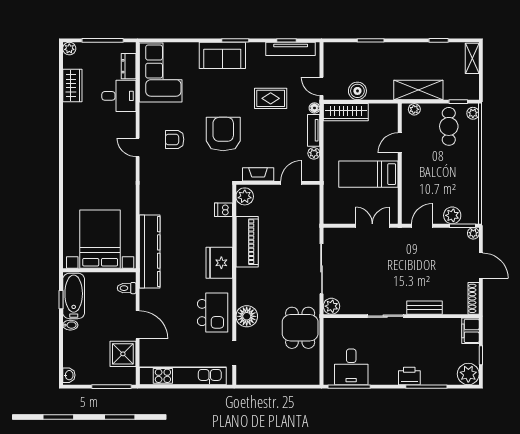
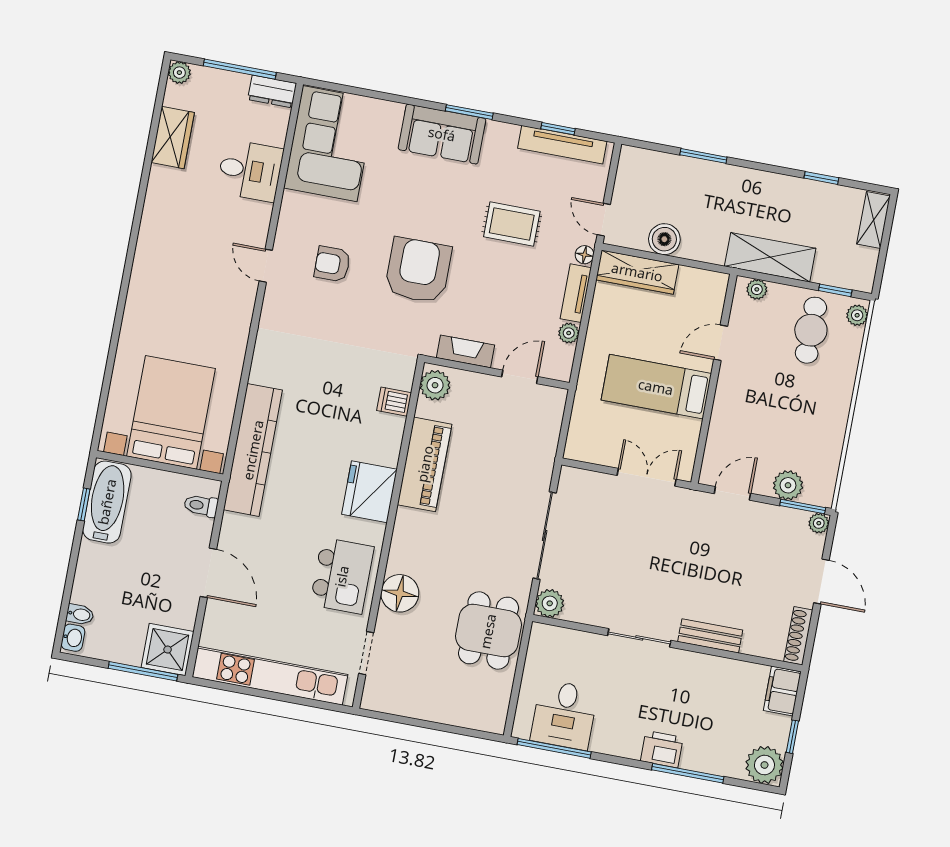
dresser: (129, 66) -> (272, 91), moved, turned -90
bidet: (70, 325) -> (80, 614), moved
shower: (123, 354) -> (168, 650), moved

